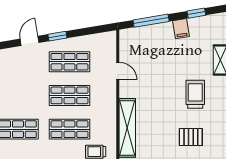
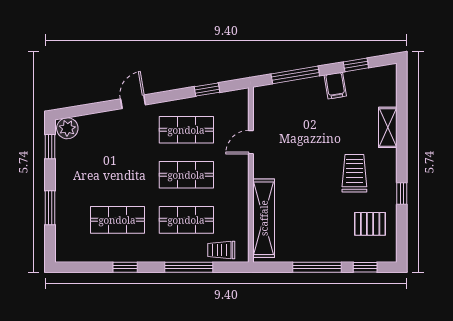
window: (57, 36) -> (207, 90), moved
door: (118, 71) -> (251, 142), swing flipped
pallet: (191, 137) -> (370, 224), moved

